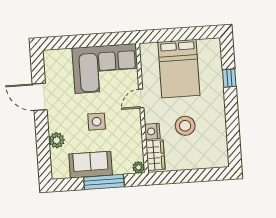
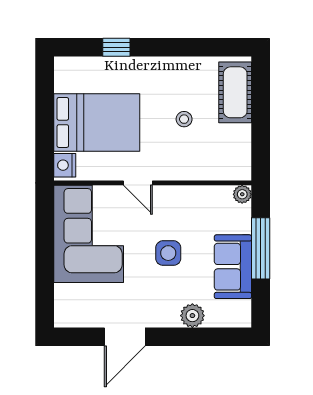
stool: (185, 126) -> (184, 119), width x0.53, depth x0.53
nightstand: (152, 131) -> (65, 165), moved, turned 90
wardrobe: (155, 155) -> (225, 167), removed
cot: (205, 158) -> (235, 92), added

